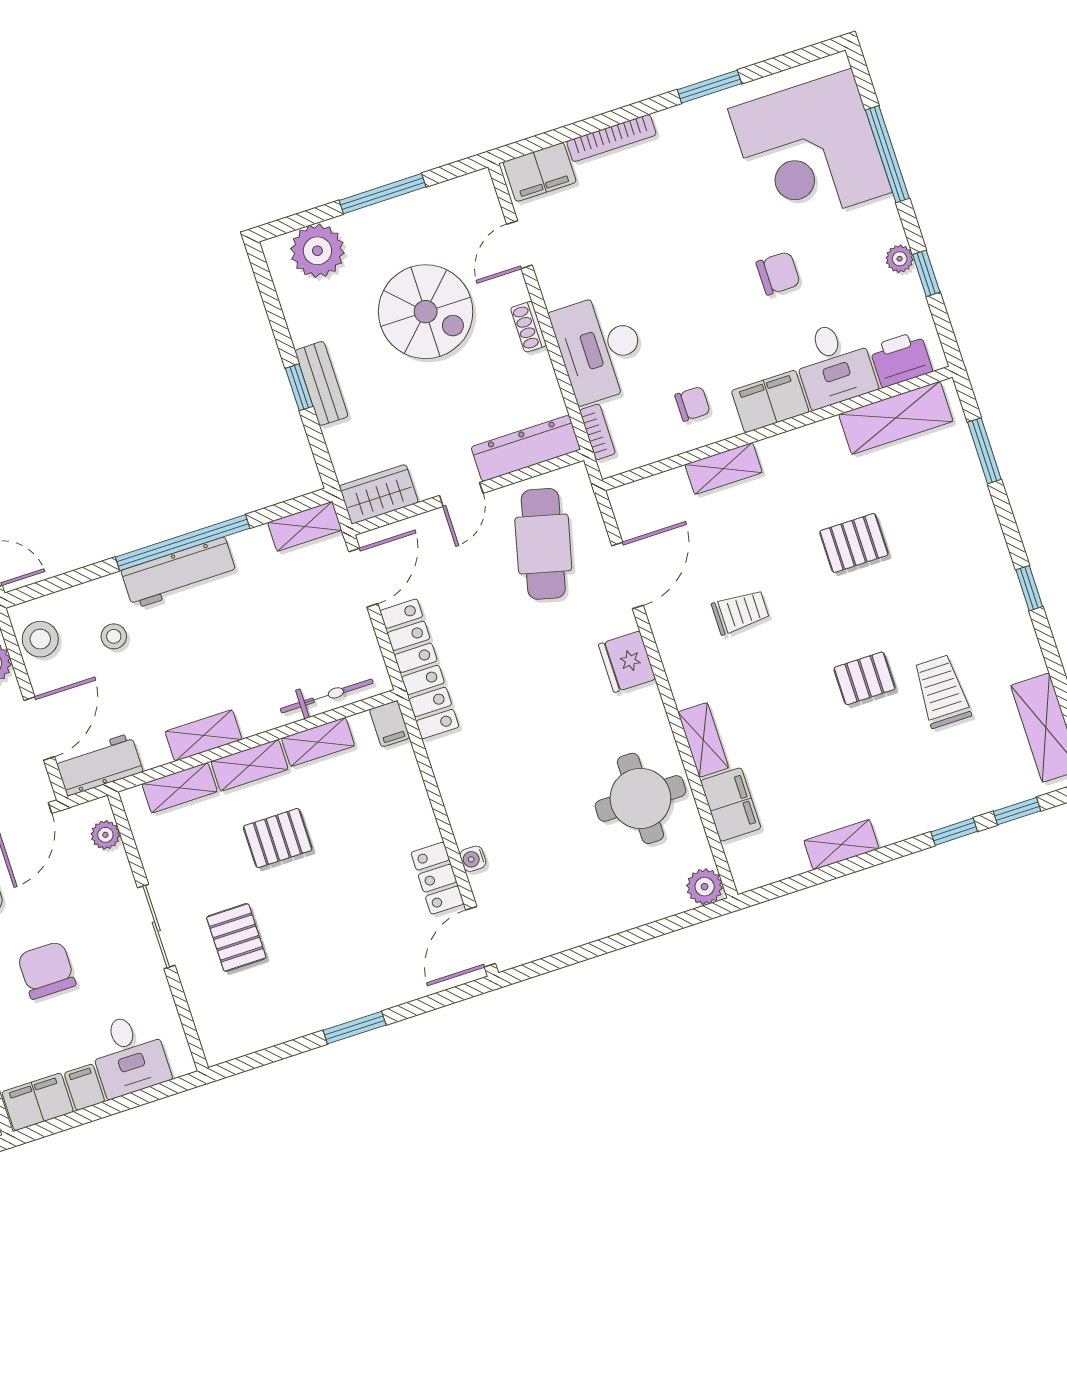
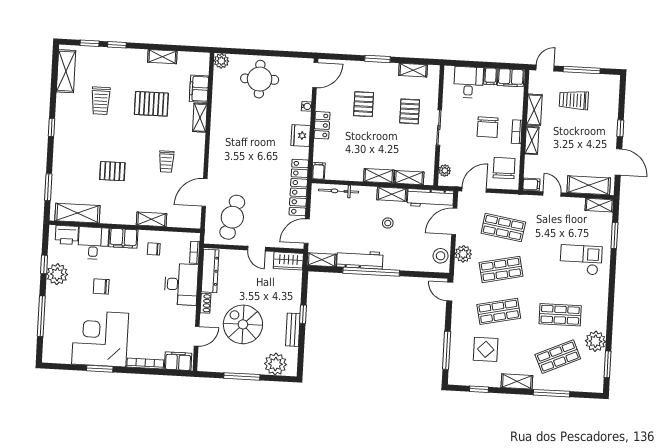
corner desk: (810, 150) -> (100, 339), moved, turned -90
plant: (900, 259) -> (57, 274), width x1.87, depth x1.87
bench: (321, 383) -> (293, 330), moved
dresser: (526, 448) -> (210, 271), moved, turned -90
door: (461, 494) -> (257, 249), swing flipped
workbench: (179, 573) -> (360, 260), moved
trolley: (740, 612) -> (166, 162), turned -90
stool: (114, 636) -> (388, 223), moved
fridge: (627, 662) -> (301, 136), moved, turned 180
pallet: (864, 678) -> (151, 104), moved, width x1.50, depth x1.42
shelving: (318, 742) -> (413, 70), moved
workbench: (99, 765) -> (430, 198), width x1.38
round table: (640, 798) -> (260, 79), moved
pallet: (278, 838) -> (364, 104), moved, turned 90
locker: (437, 878) -> (322, 125), moved

